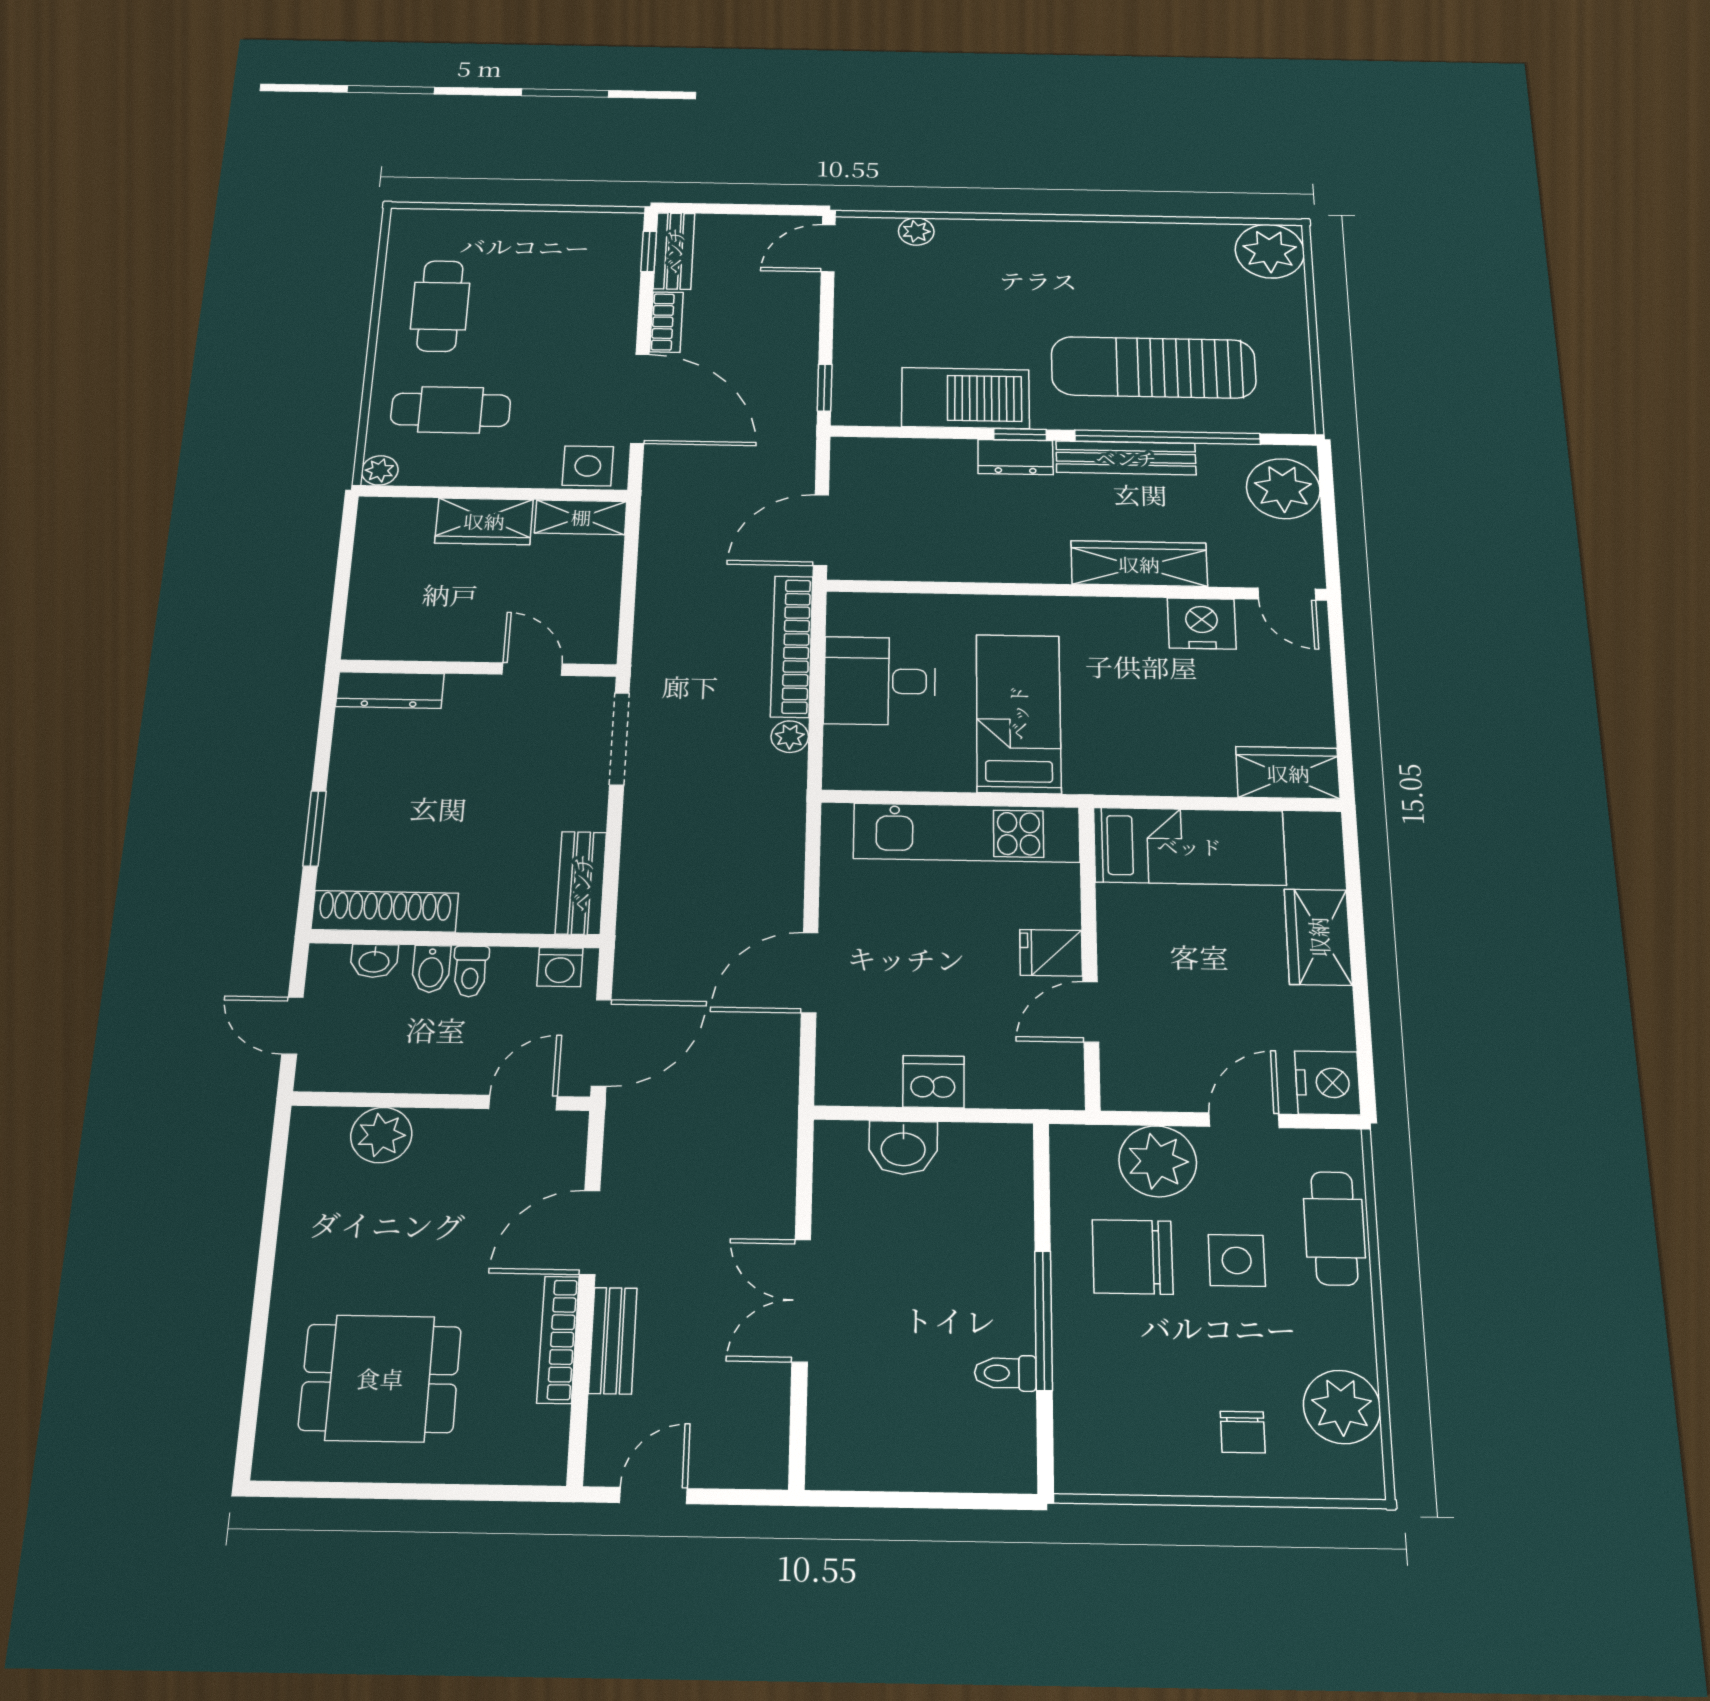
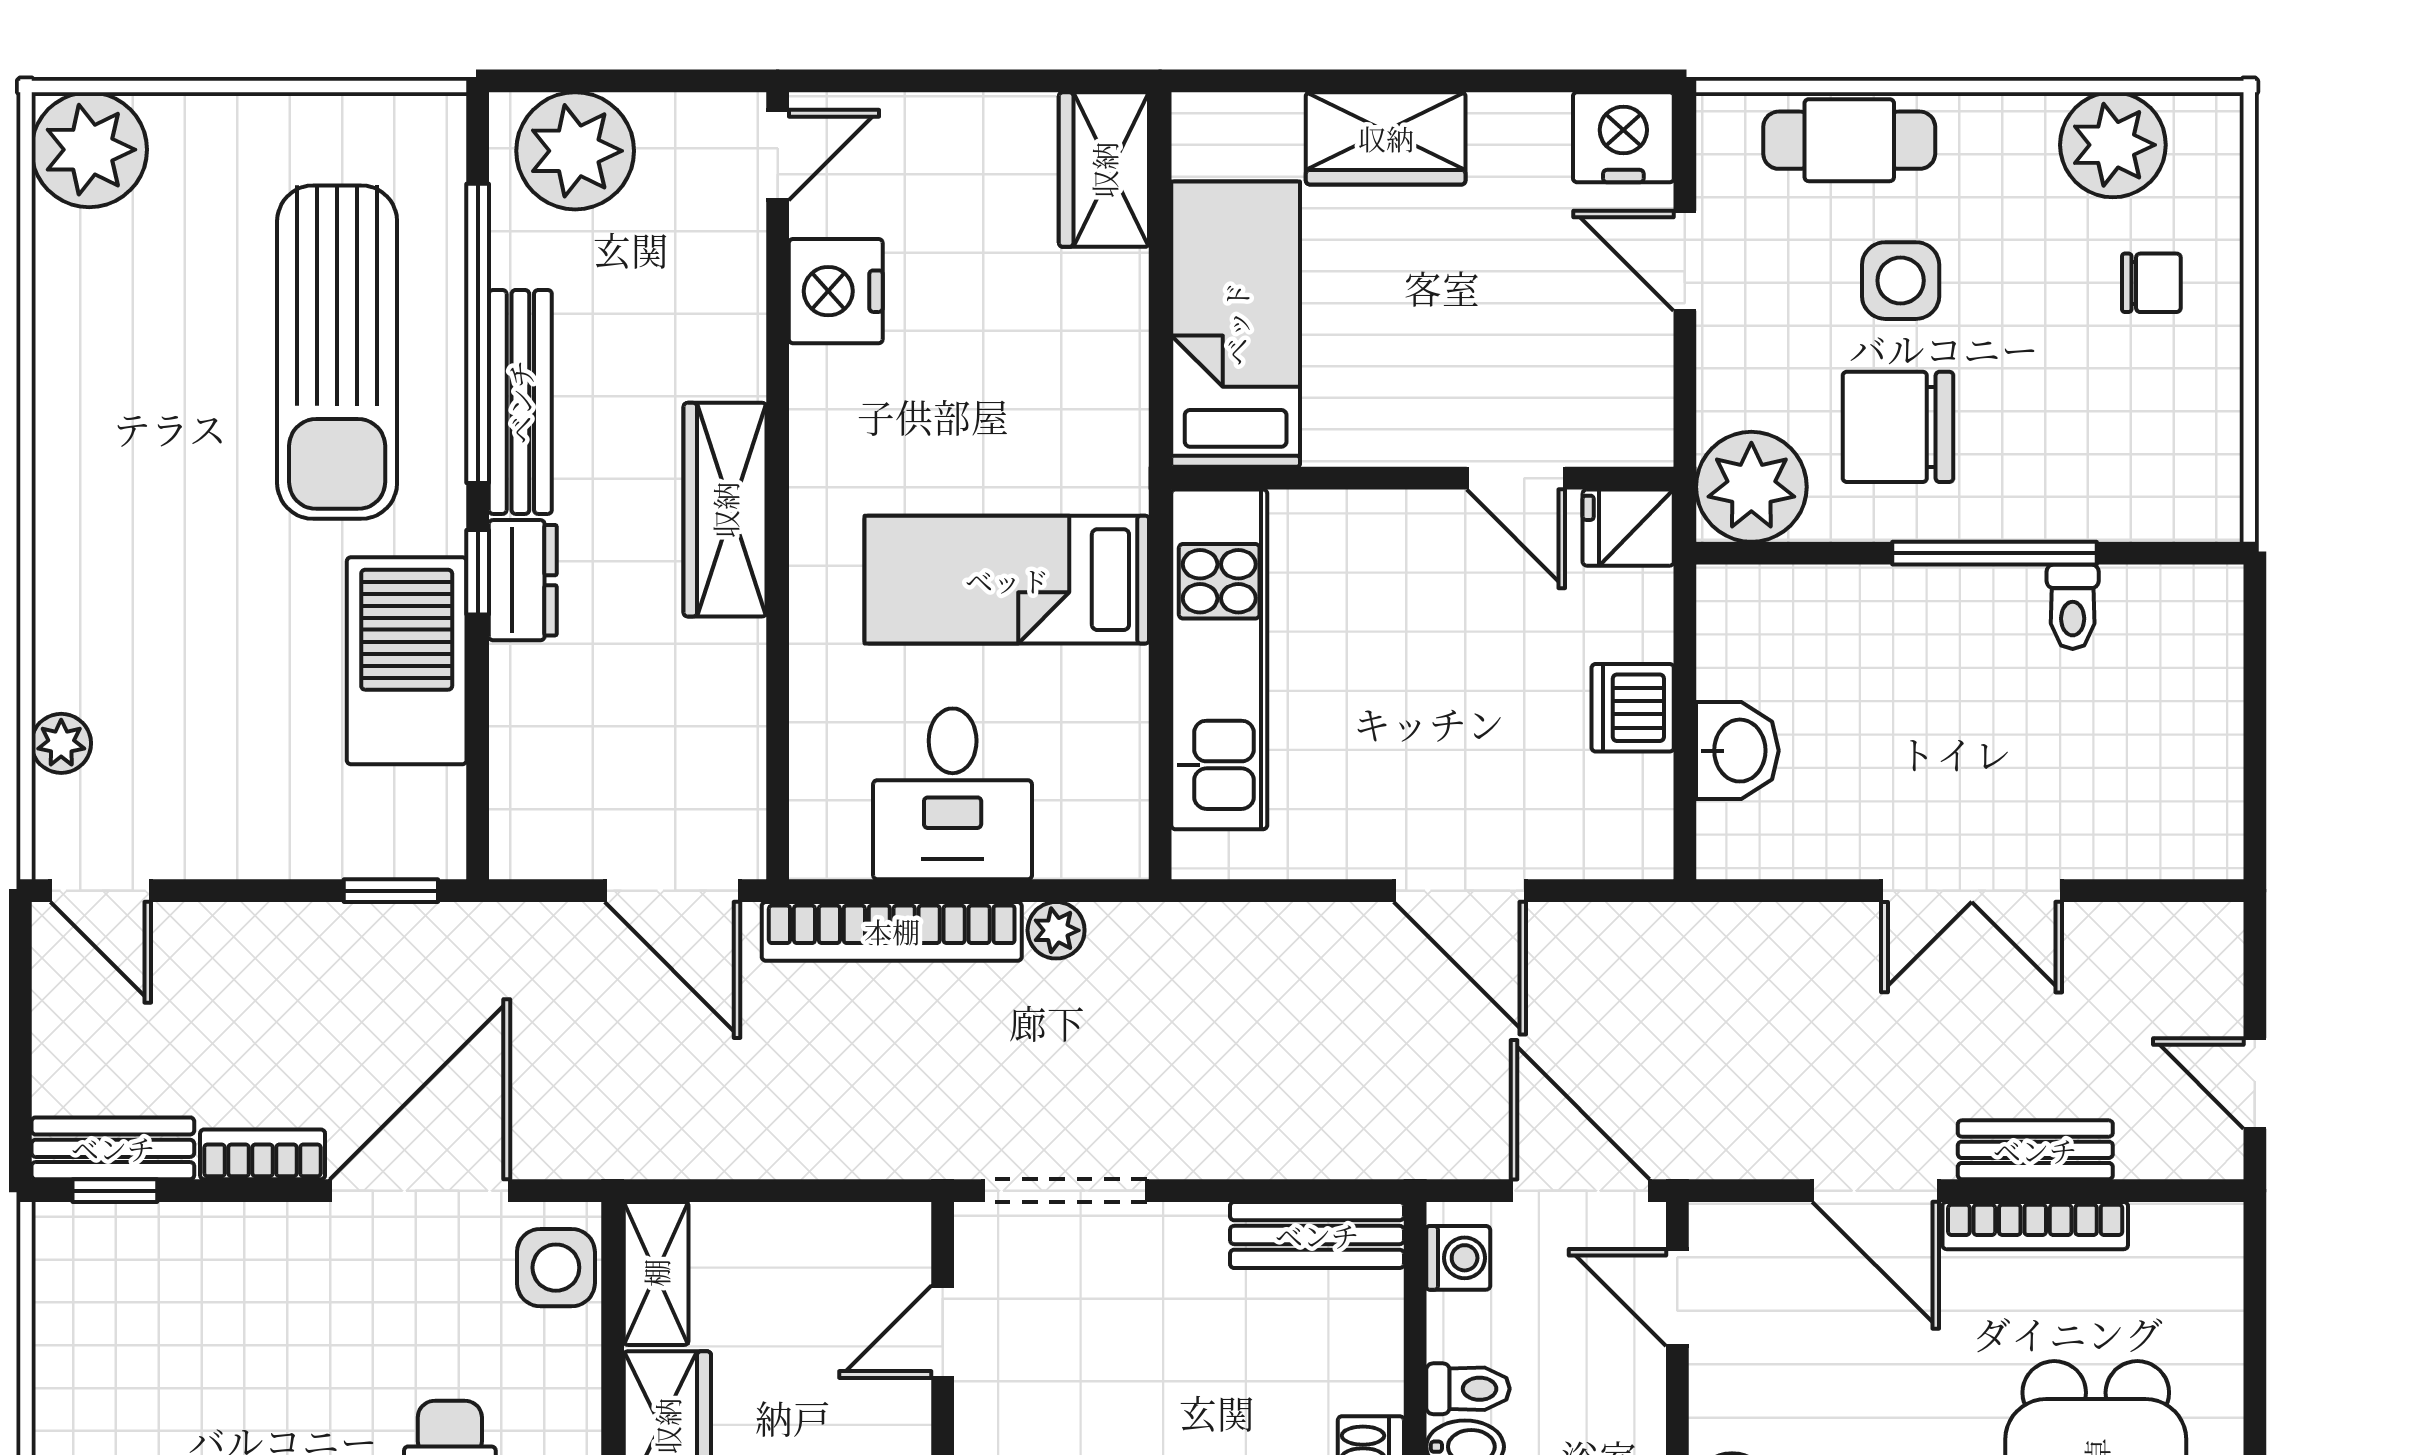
wardrobe: (1139, 564) -> (725, 510), moved
fridge: (1051, 953) -> (1628, 528), moved, turned 90
plant: (1158, 1161) -> (1751, 487), moved
chair: (1133, 1257) -> (1898, 427), turned 90

